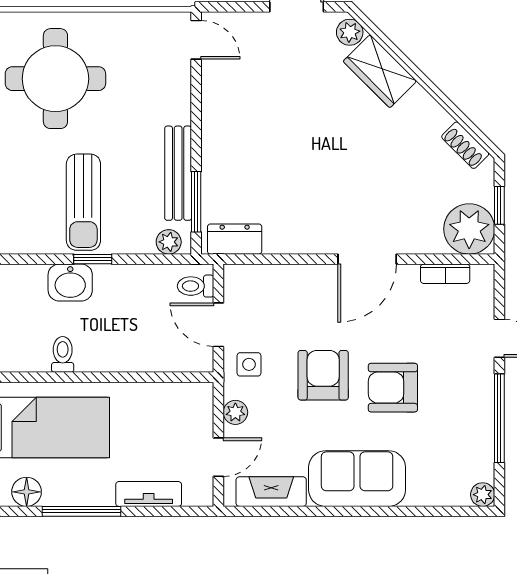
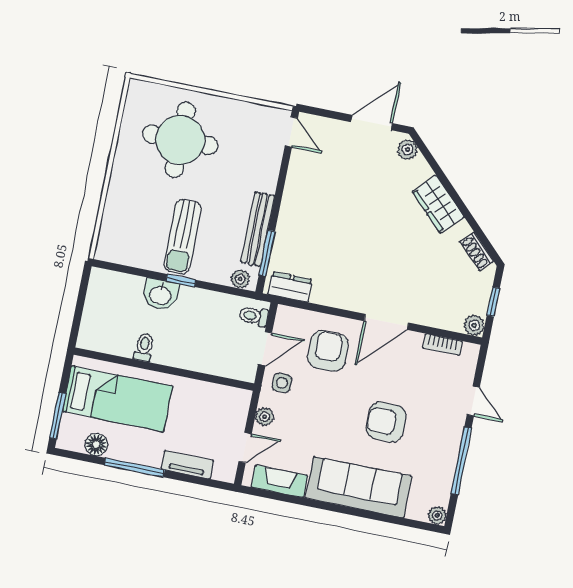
wardrobe: (380, 71) -> (438, 204), moved
plant: (469, 229) -> (474, 325), width x0.53, depth x0.53
door: (218, 325) -> (265, 349), swing flipped
armchair: (323, 375) -> (328, 351), moved
sofa: (357, 479) -> (359, 487), width x1.36

